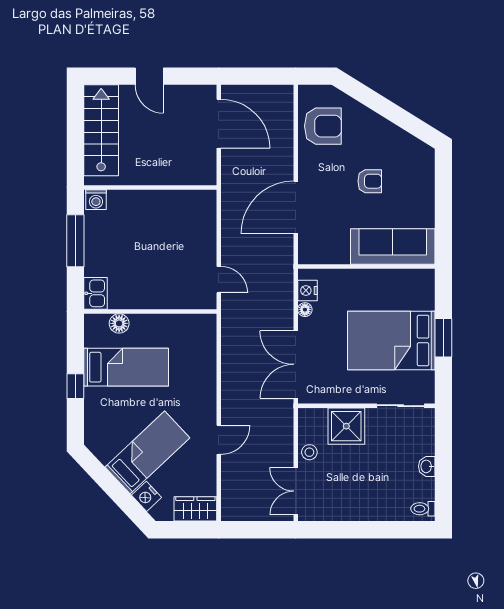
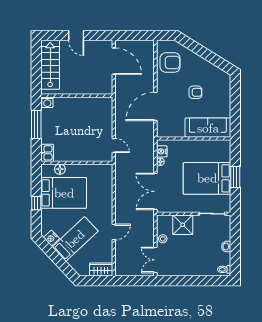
bed: (126, 367) -> (64, 193), width x1.50
nightstand: (146, 496) -> (51, 238), moved

